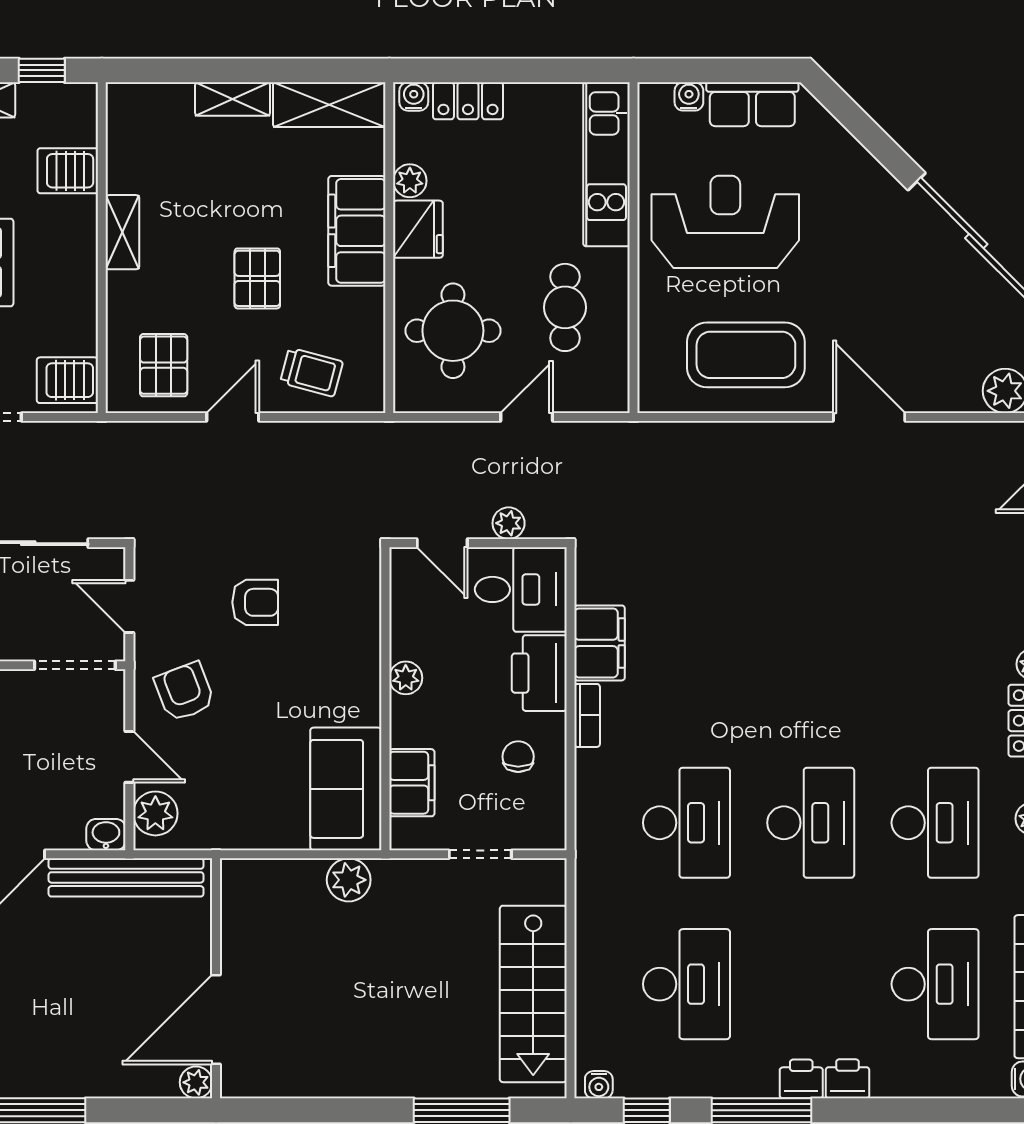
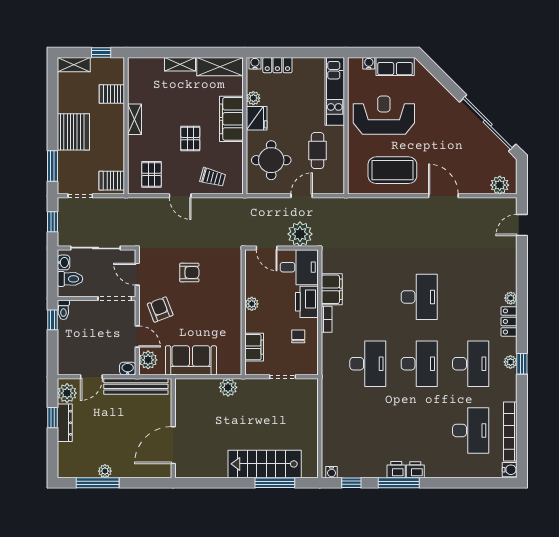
door: (233, 417) -> (180, 196), swing flipped
plant: (509, 523) -> (300, 234), width x1.88, depth x1.88
sofa: (346, 789) -> (191, 360), moved, turned 90
desk: (686, 984) -> (419, 297), moved
stairs: (533, 994) -> (265, 464), moved, turned 90
printer: (847, 1079) -> (396, 470), moved
plant: (196, 1082) -> (105, 471), moved

